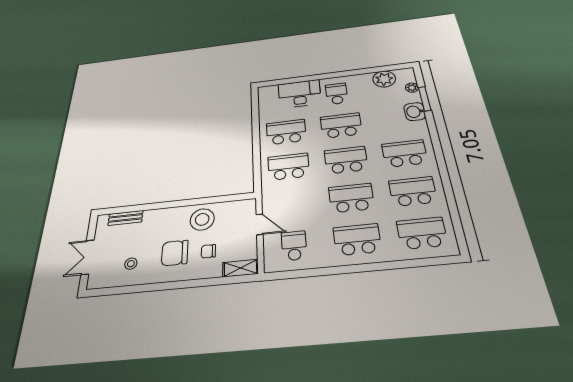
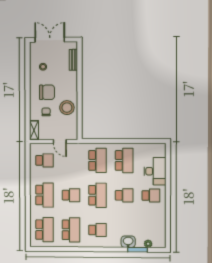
plant: (384, 79) -> (159, 228), removed
school desk: (341, 125) -> (124, 195), width x0.54
school desk: (405, 153) -> (97, 230), width x0.54
school desk: (351, 198) -> (71, 195), width x0.54
door: (260, 224) -> (60, 142), hinge flipped
chair: (175, 253) -> (47, 92), turned 90
double door: (88, 257) -> (50, 40), width x1.37

